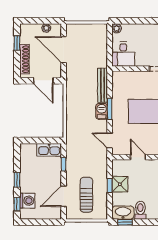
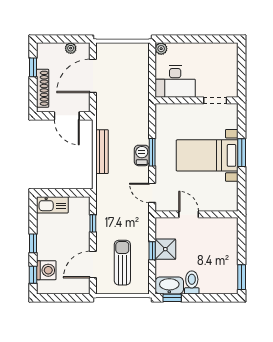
door: (64, 50) -> (93, 76), hinge flipped
desk: (123, 54) -> (175, 82), width x1.37
bench: (103, 85) -> (102, 152), moved
kitchen sink: (49, 150) -> (52, 205), moved

